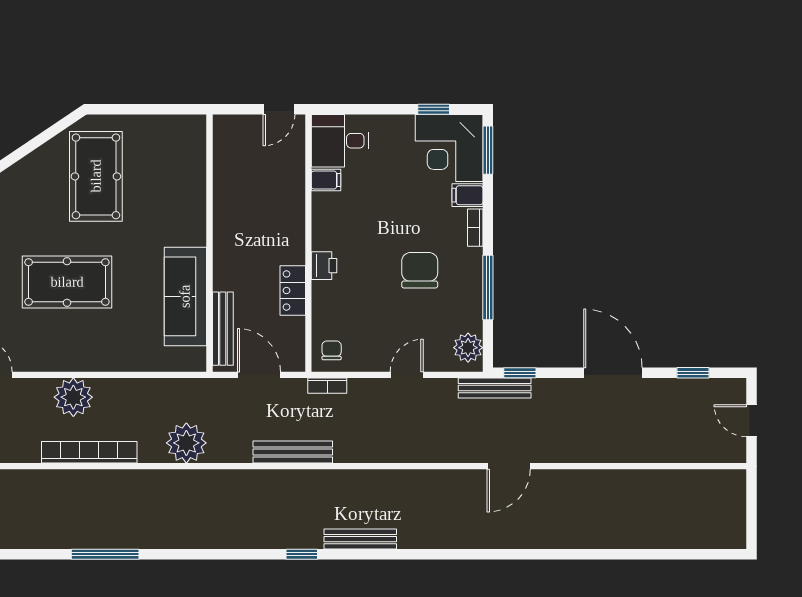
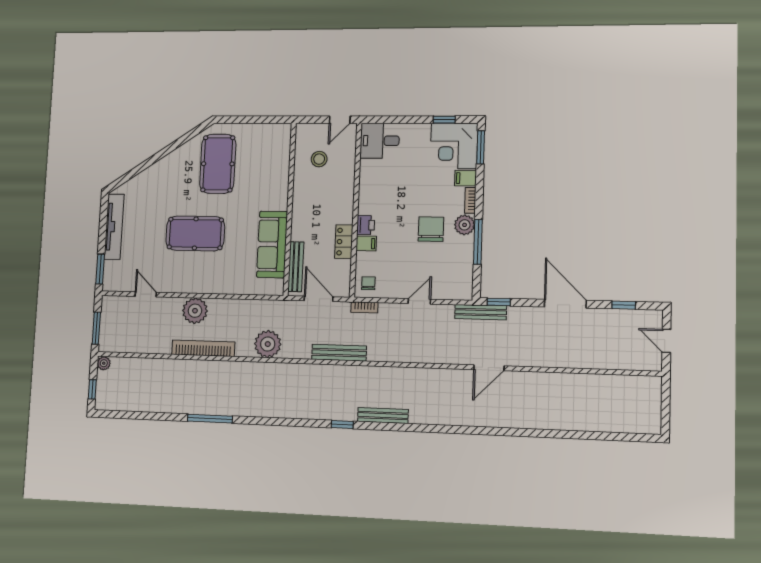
stool: (251, 168) -> (319, 159), added
filing cabinet: (326, 180) -> (366, 243), moved
plant: (468, 348) -> (465, 225), moved

